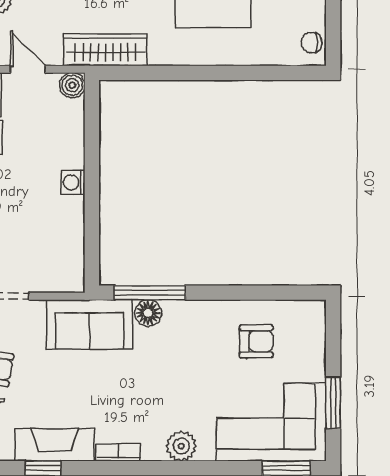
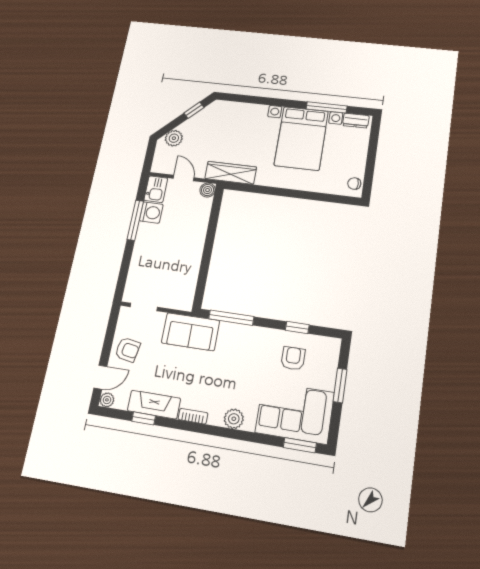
washing machine: (73, 182) -> (197, 245), removed
window: (255, 293) -> (297, 327), added
floor lamp: (148, 313) -> (228, 330), removed
armchair: (256, 341) -> (293, 358), turned -90
window: (333, 403) -> (340, 385), moved

